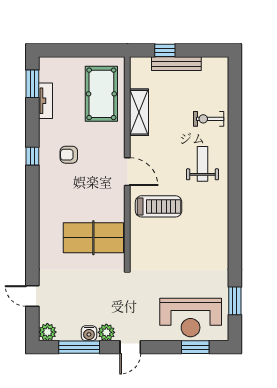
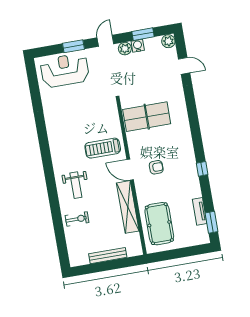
window: (165, 50) -> (118, 264), removed
shelving: (139, 112) -> (128, 207), width x1.47
armchair: (69, 155) -> (156, 167), moved
window: (235, 301) -> (34, 88), removed
window: (79, 347) -> (143, 34), width x0.69
window: (195, 347) -> (73, 46), moved

